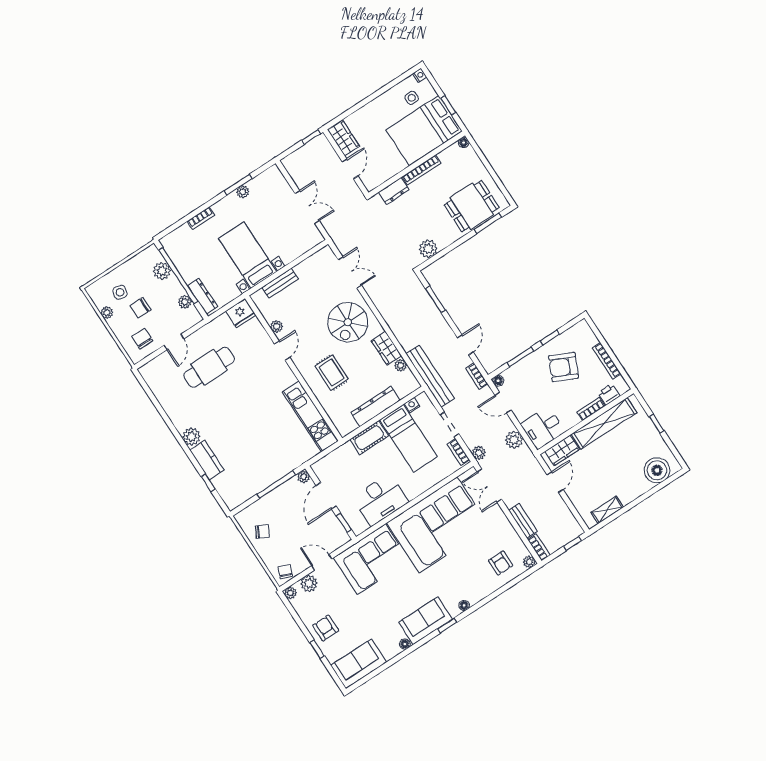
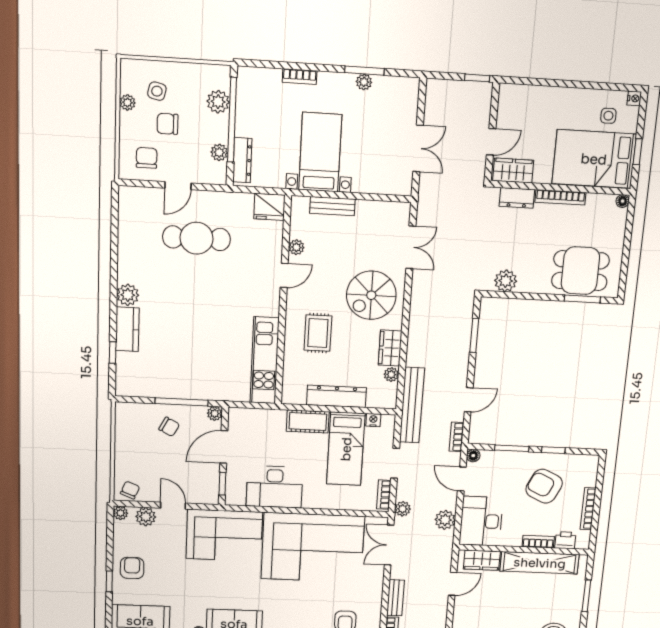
wardrobe: (344, 138) -> (513, 171), moved, turned -90
window: (656, 424) -> (586, 596), width x1.50
desk: (543, 428) -> (481, 521), width x1.37
chair: (262, 532) -> (169, 427), moved

